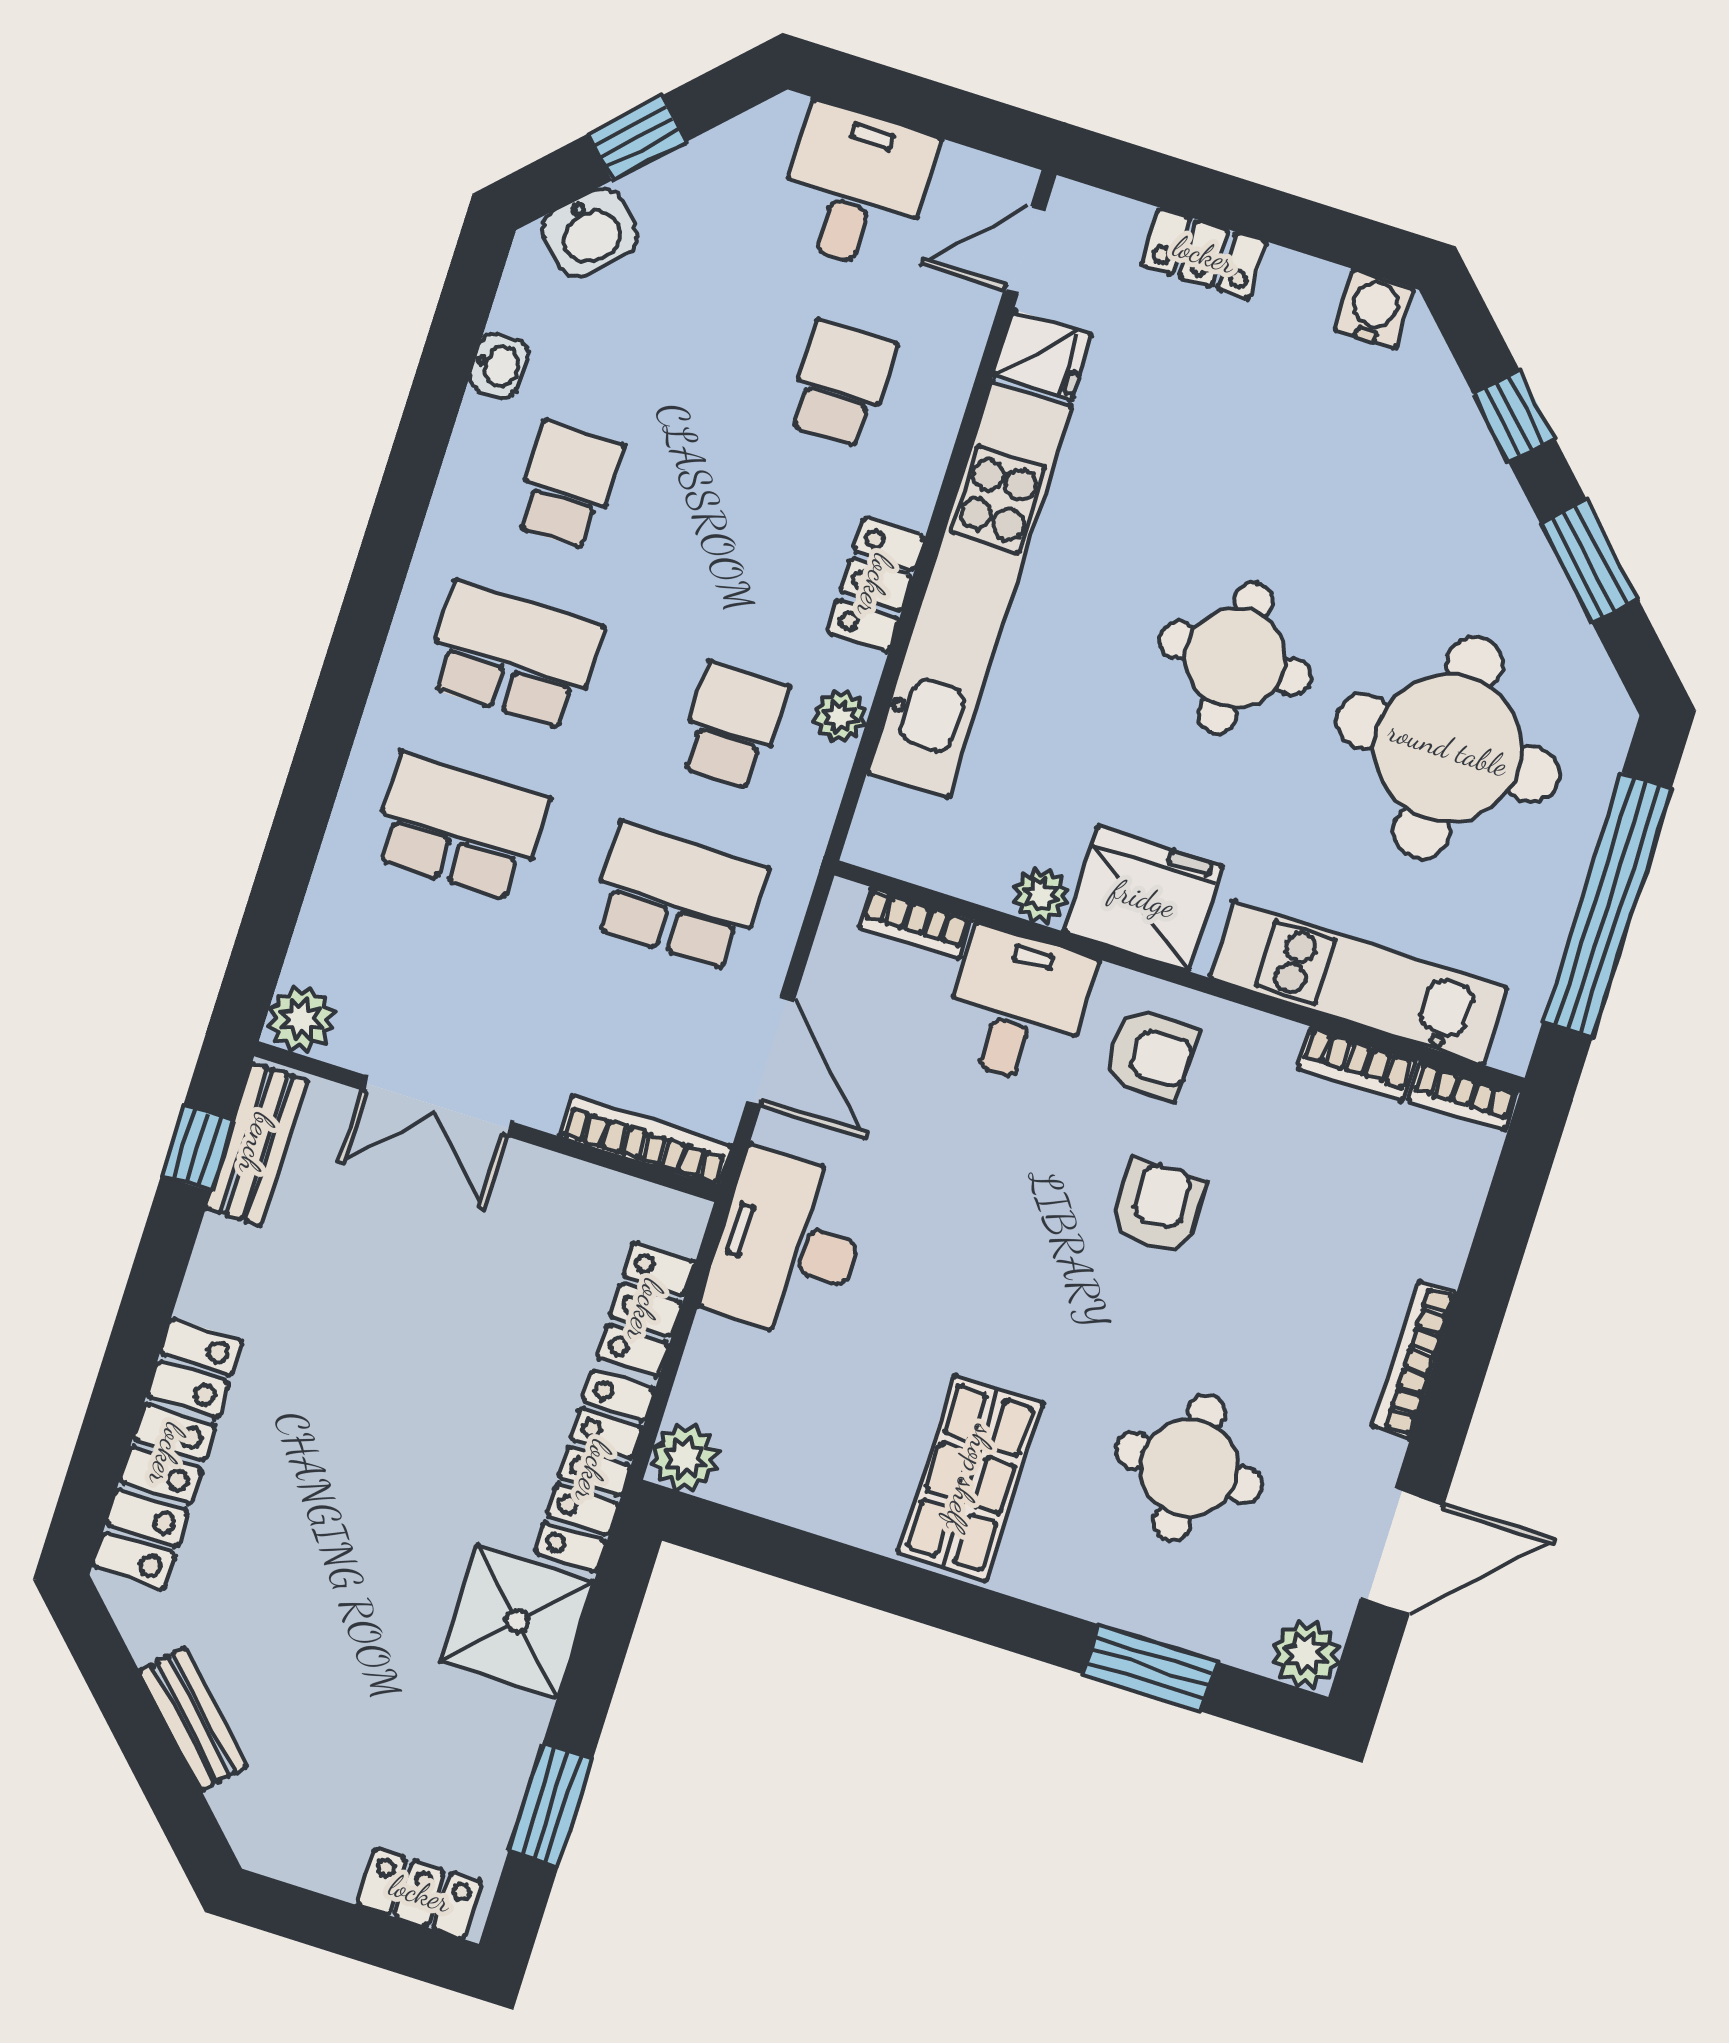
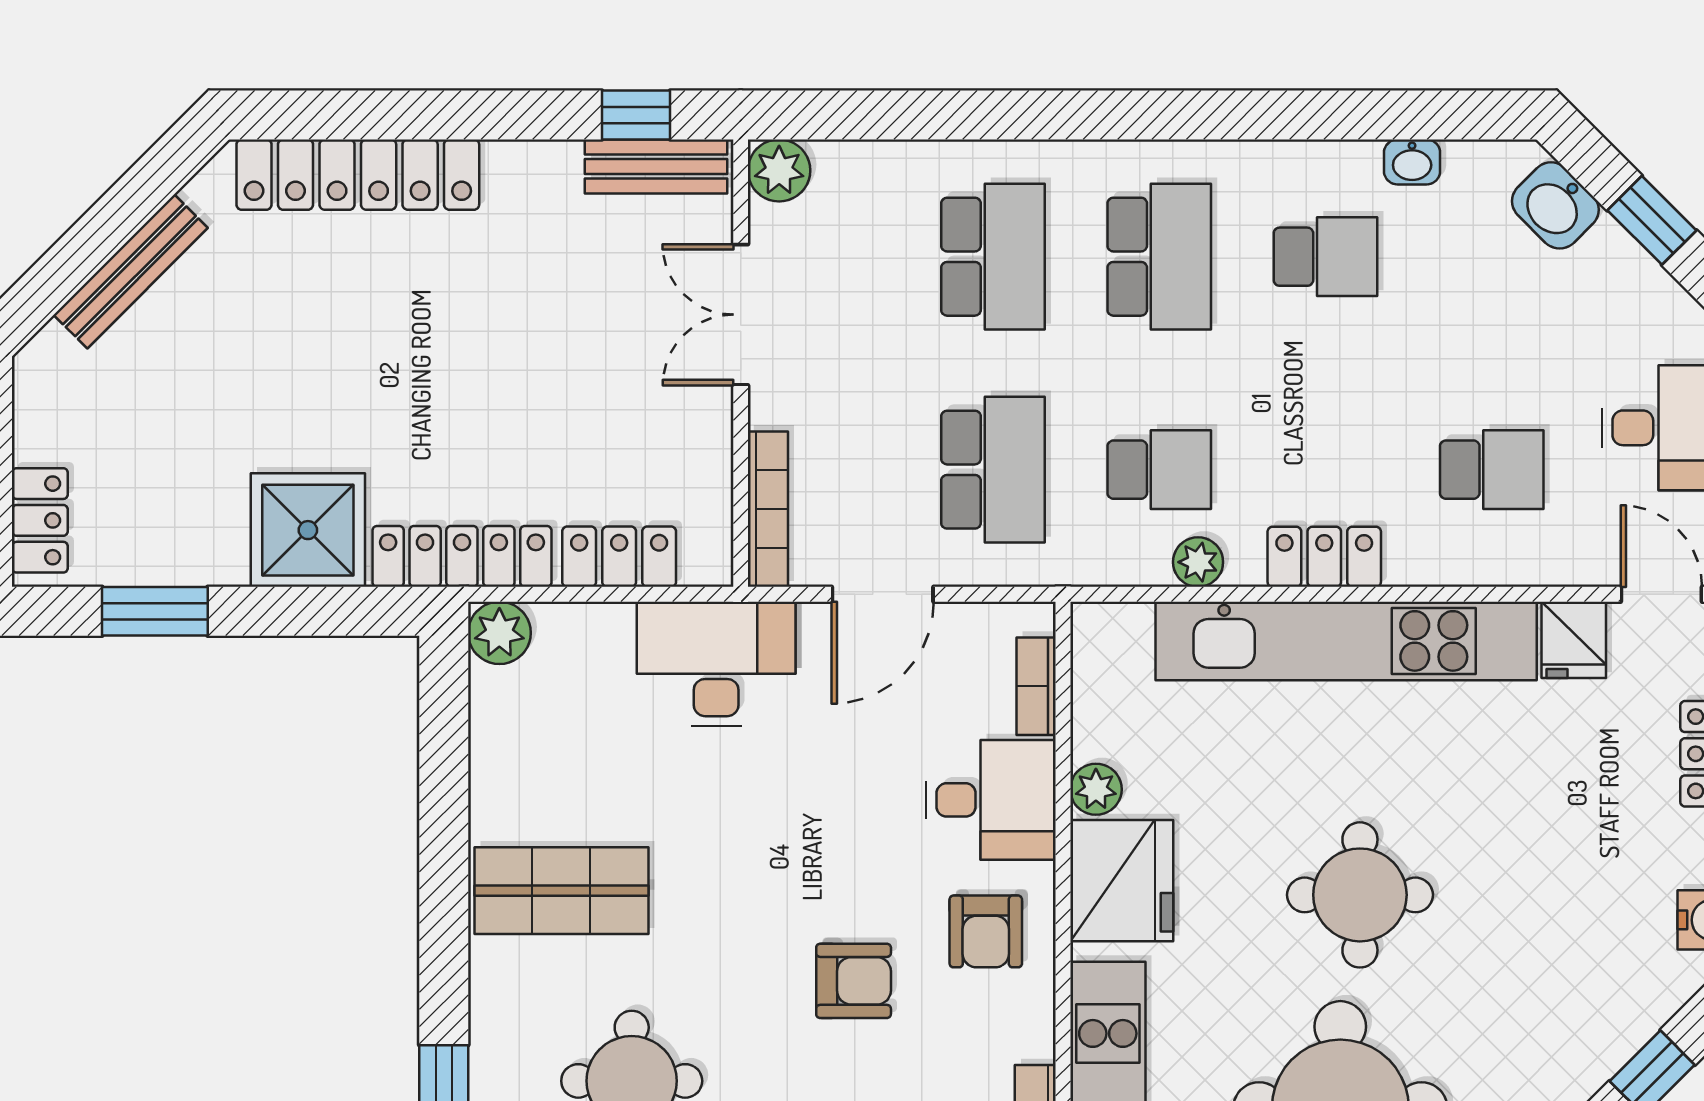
bench: (193, 1719) -> (131, 271), width x1.36

